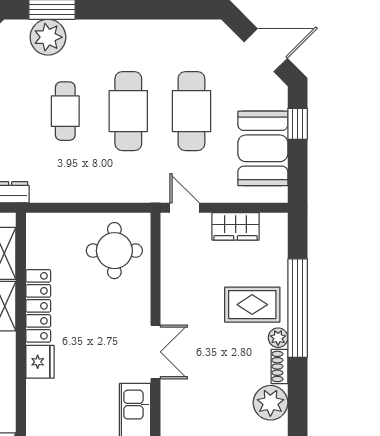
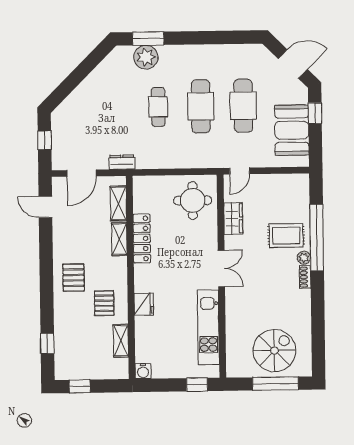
door: (185, 208) -> (240, 171), swing flipped
wardrobe: (236, 226) -> (233, 218), moved, turned -90
fridge: (40, 362) -> (144, 304), moved
plant: (270, 403) -> (299, 302), removed

